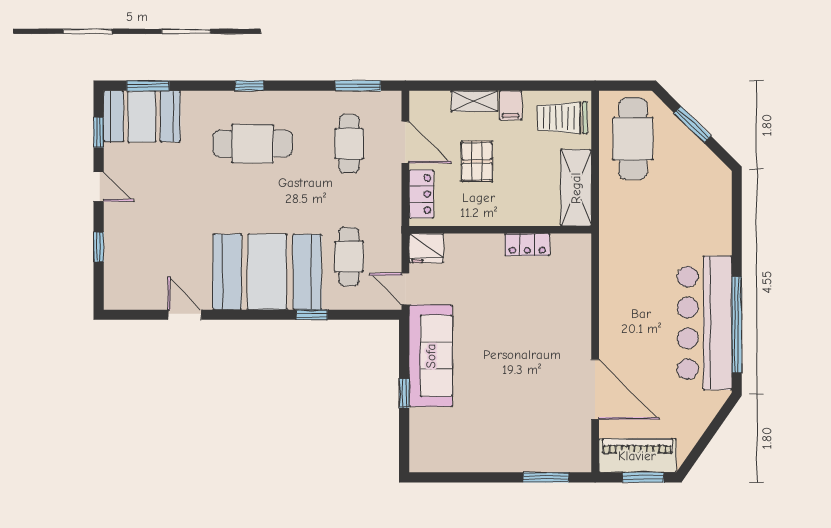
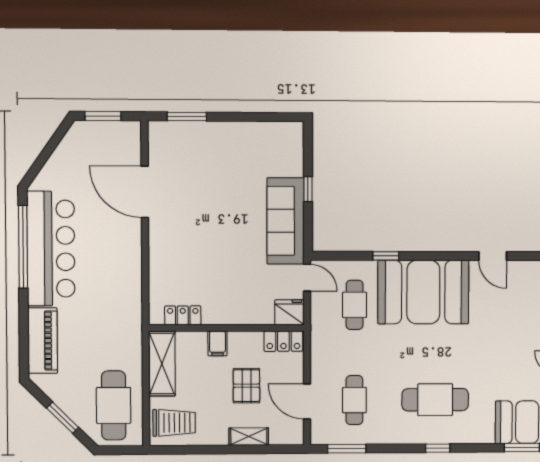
filing cabinet: (510, 105) -> (217, 344), moved, turned 180
locker: (421, 194) -> (283, 341), moved, turned -90
locker: (527, 245) -> (183, 315), moved
piano: (637, 456) -> (43, 341), moved, turned -90

